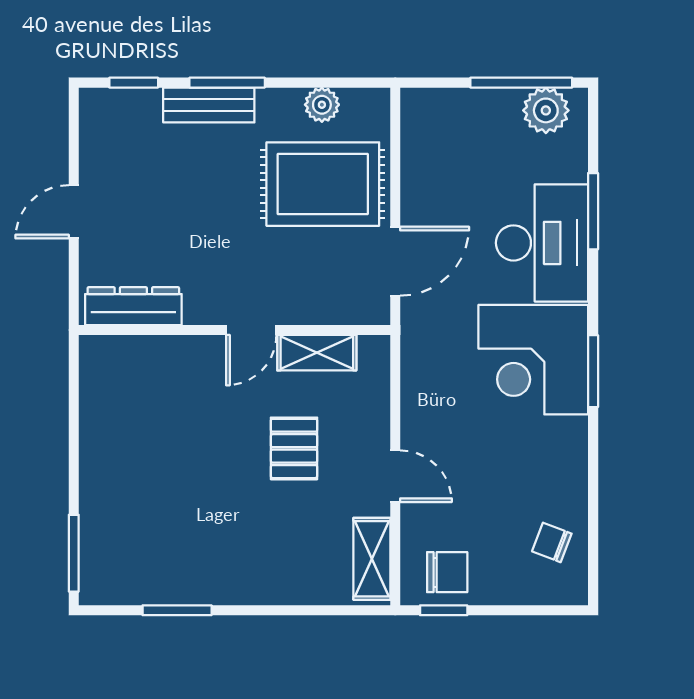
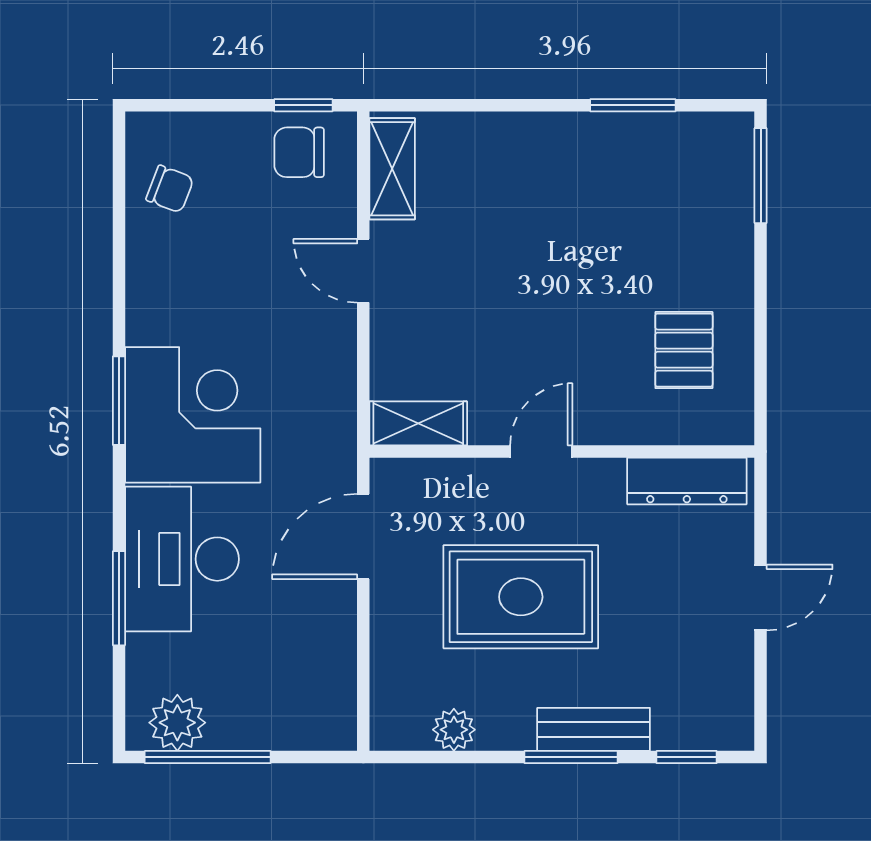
rug: (323, 184) -> (521, 597), moved
shelving: (317, 353) -> (418, 423), moved
pallet: (294, 448) -> (684, 350), moved

